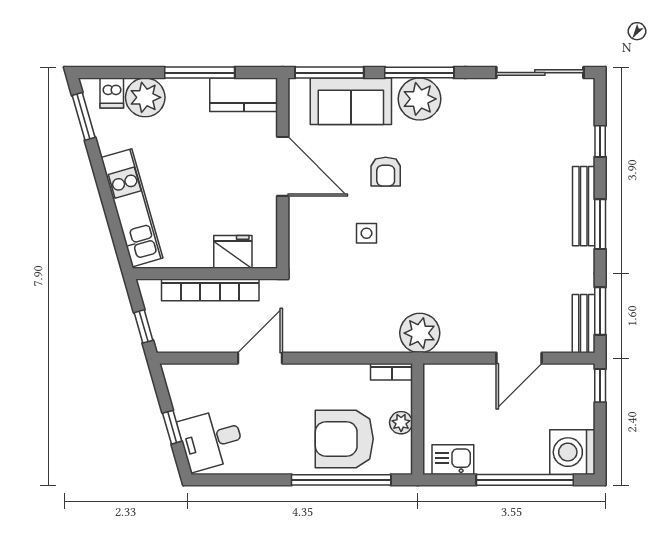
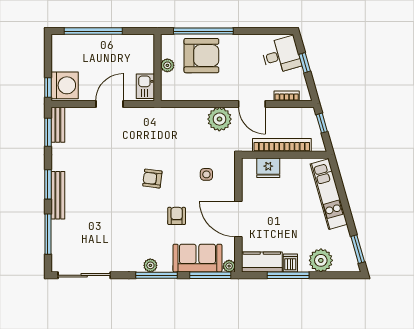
plant: (298, 88) -> (229, 266), added
dishwasher: (112, 93) -> (290, 263), moved
plant: (419, 99) -> (150, 265), width x0.53, depth x0.53
window: (600, 141) -> (48, 234), width x2.17
side table: (366, 233) -> (206, 174), moved
armchair: (426, 234) -> (152, 179), added
plant: (420, 333) -> (219, 119), moved
door: (260, 358) -> (252, 104), hinge flipped
door: (519, 358) -> (109, 104), moved
bookcase: (392, 372) -> (287, 96), moved
washing machine: (572, 452) -> (65, 85), moved
kitchen sink: (453, 460) -> (145, 86), moved, turned 90

